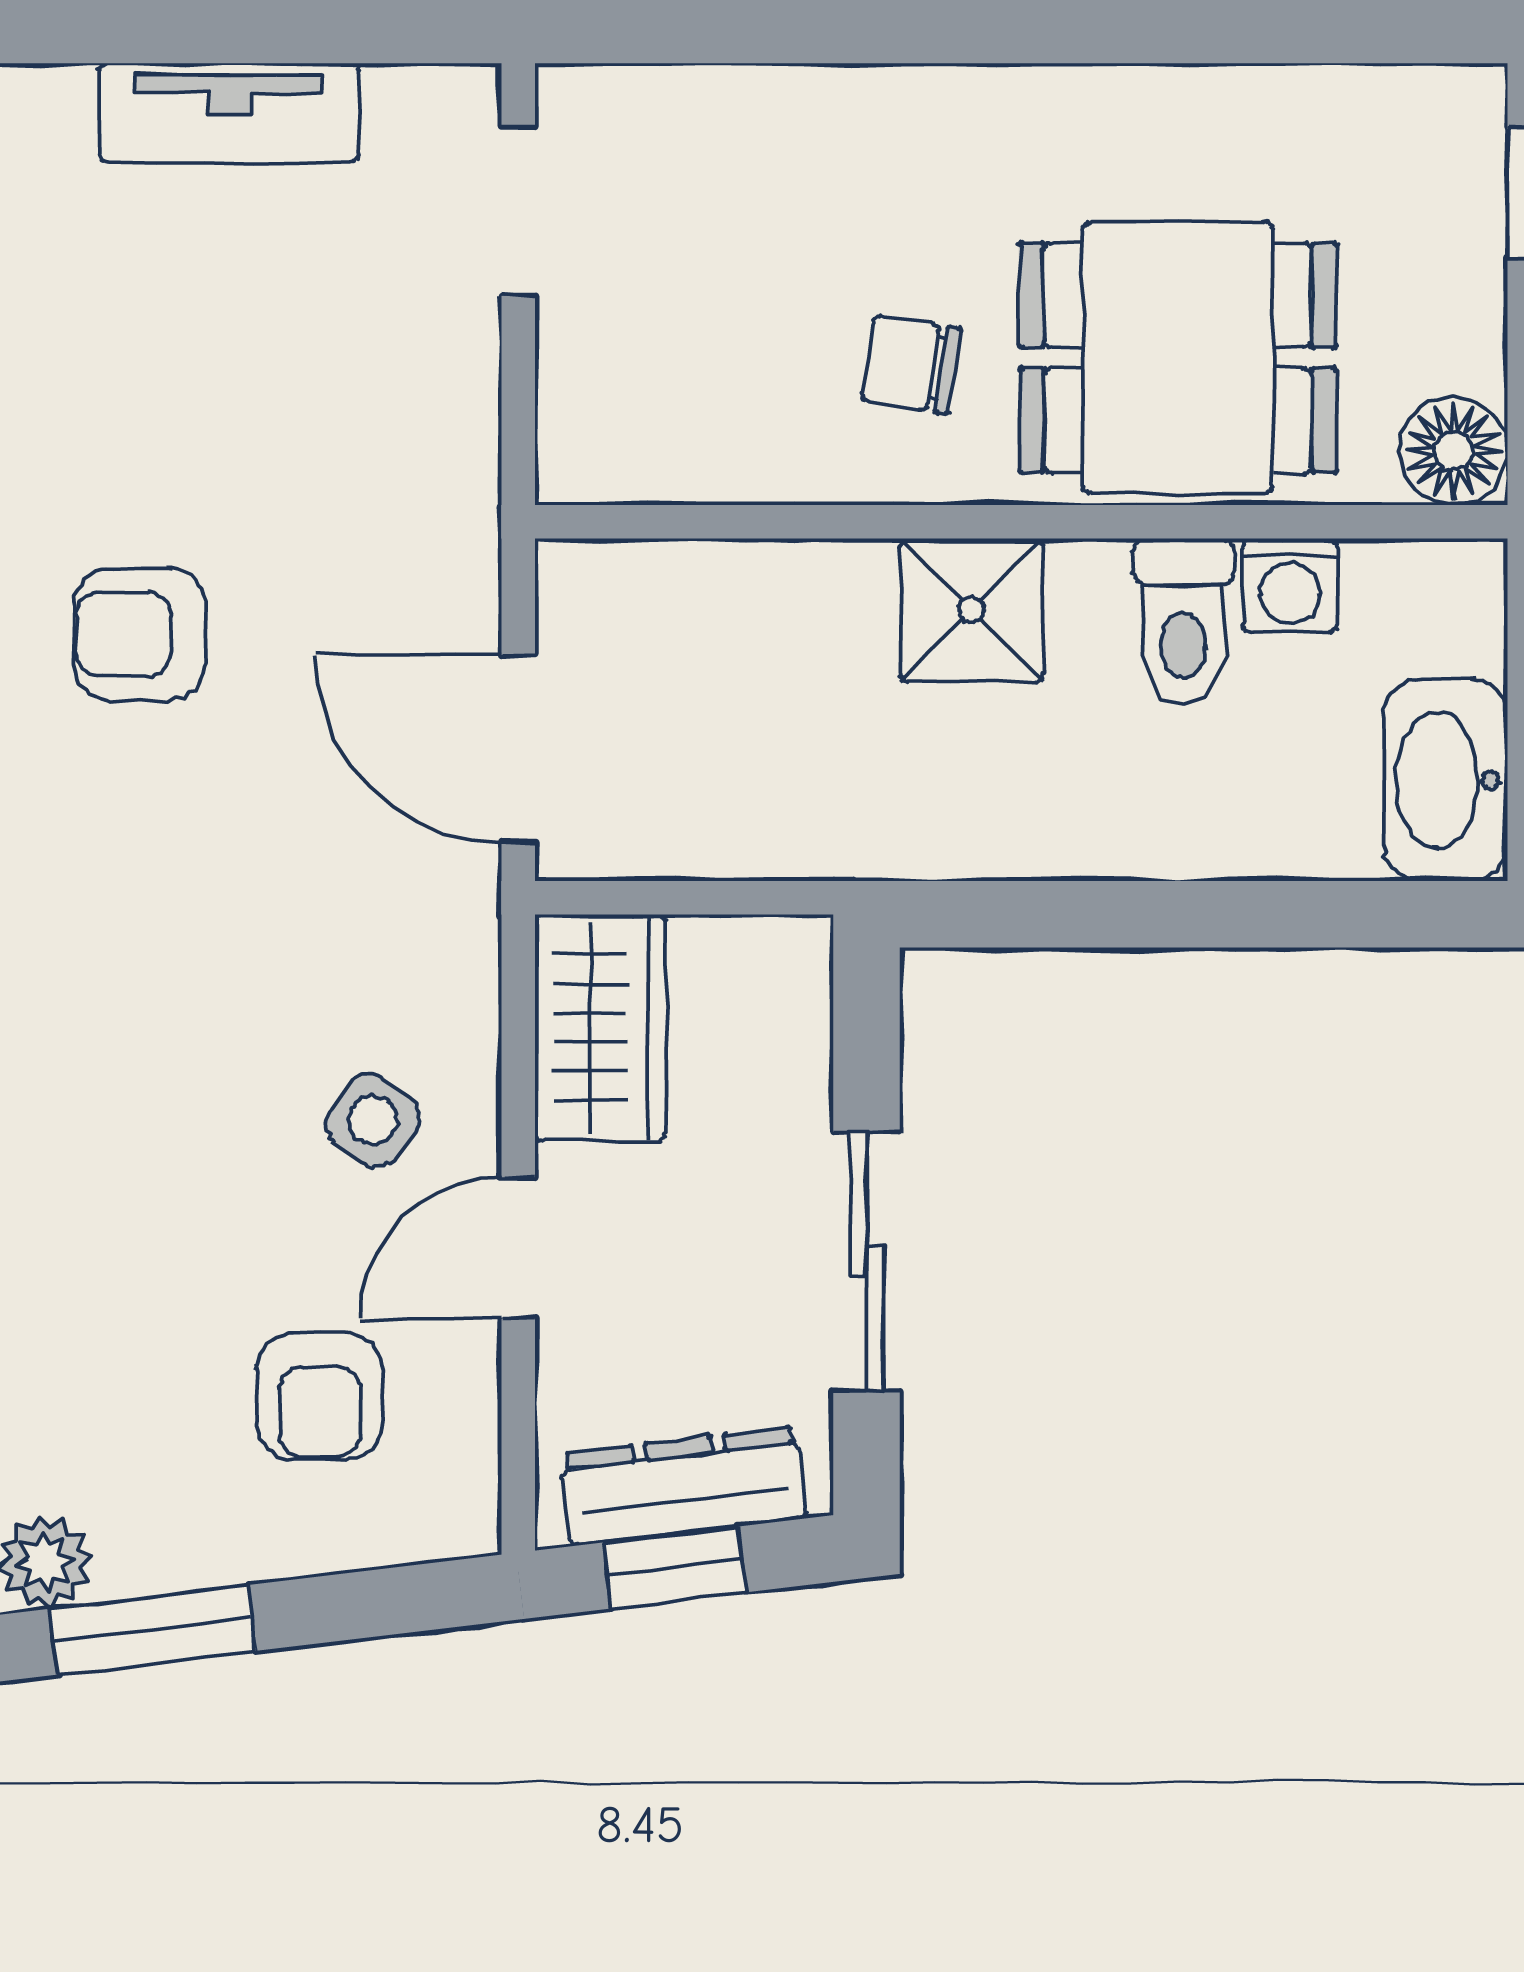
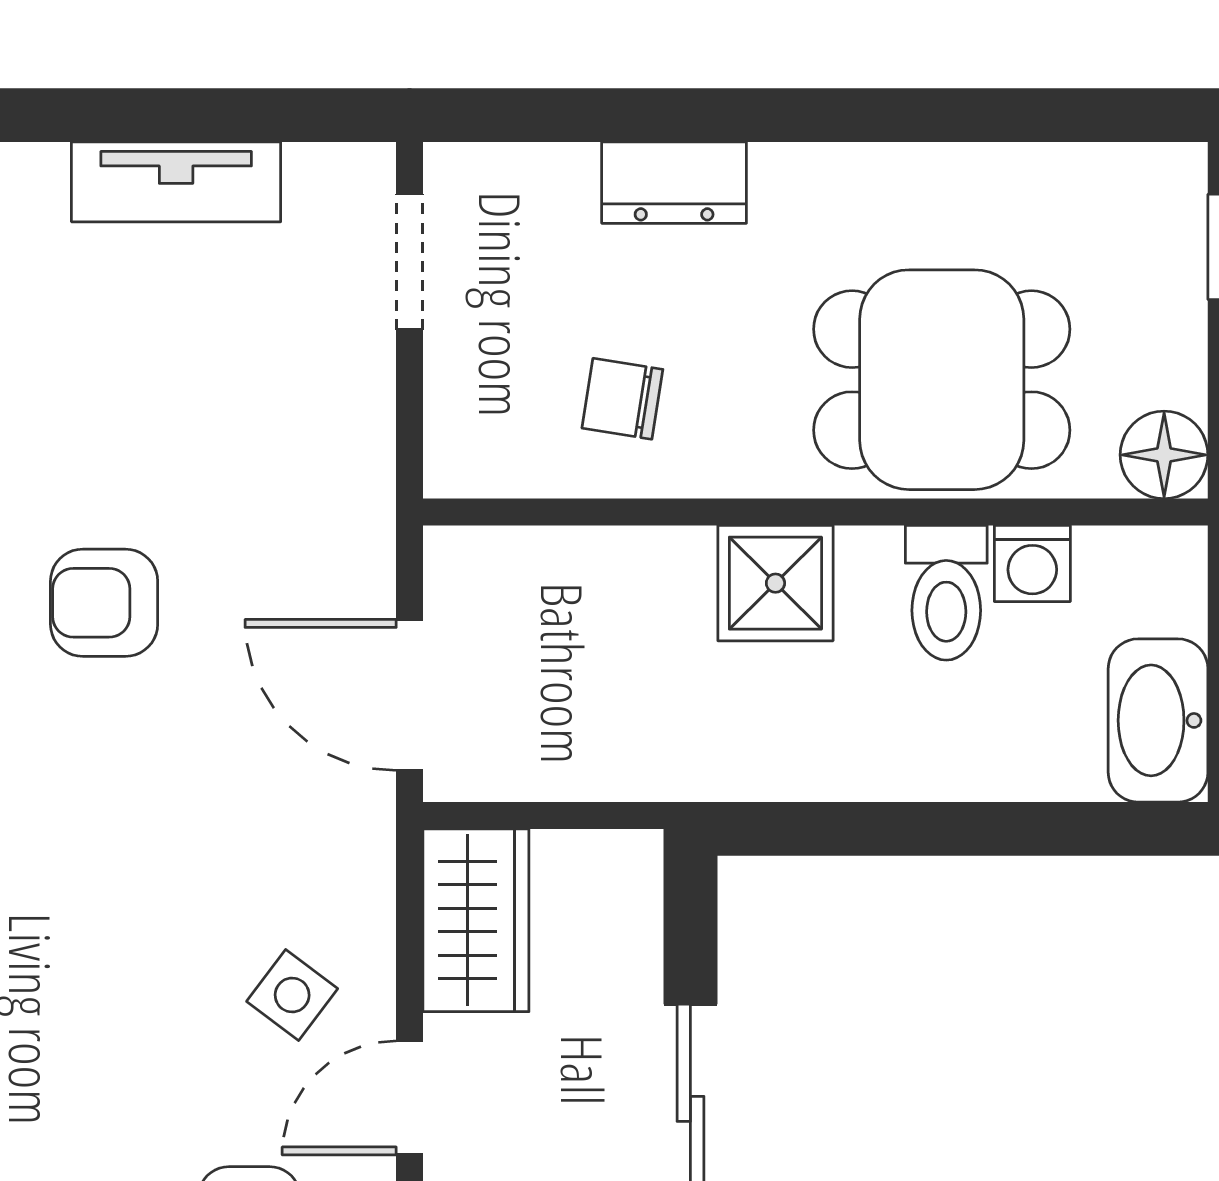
dresser: (846, 113) -> (674, 183), added
chair: (911, 365) -> (622, 399), moved

